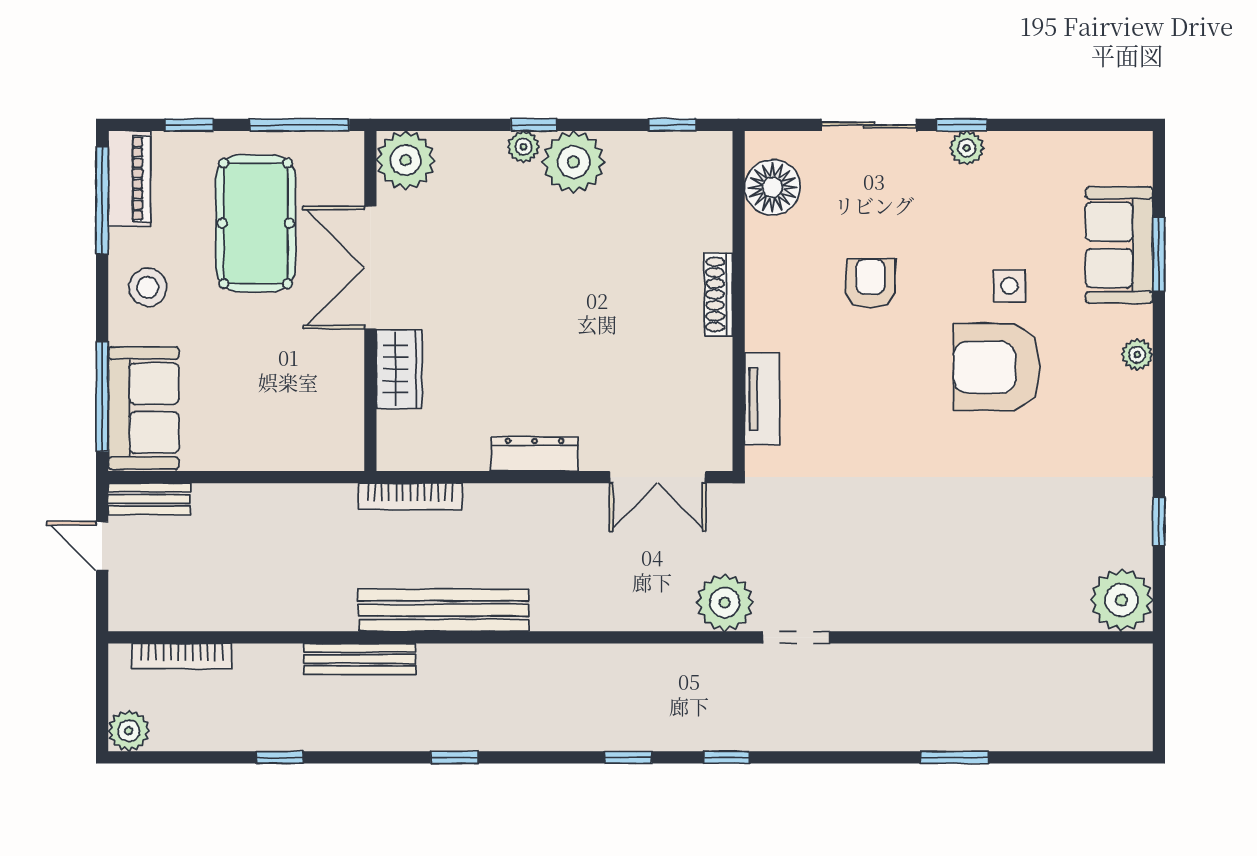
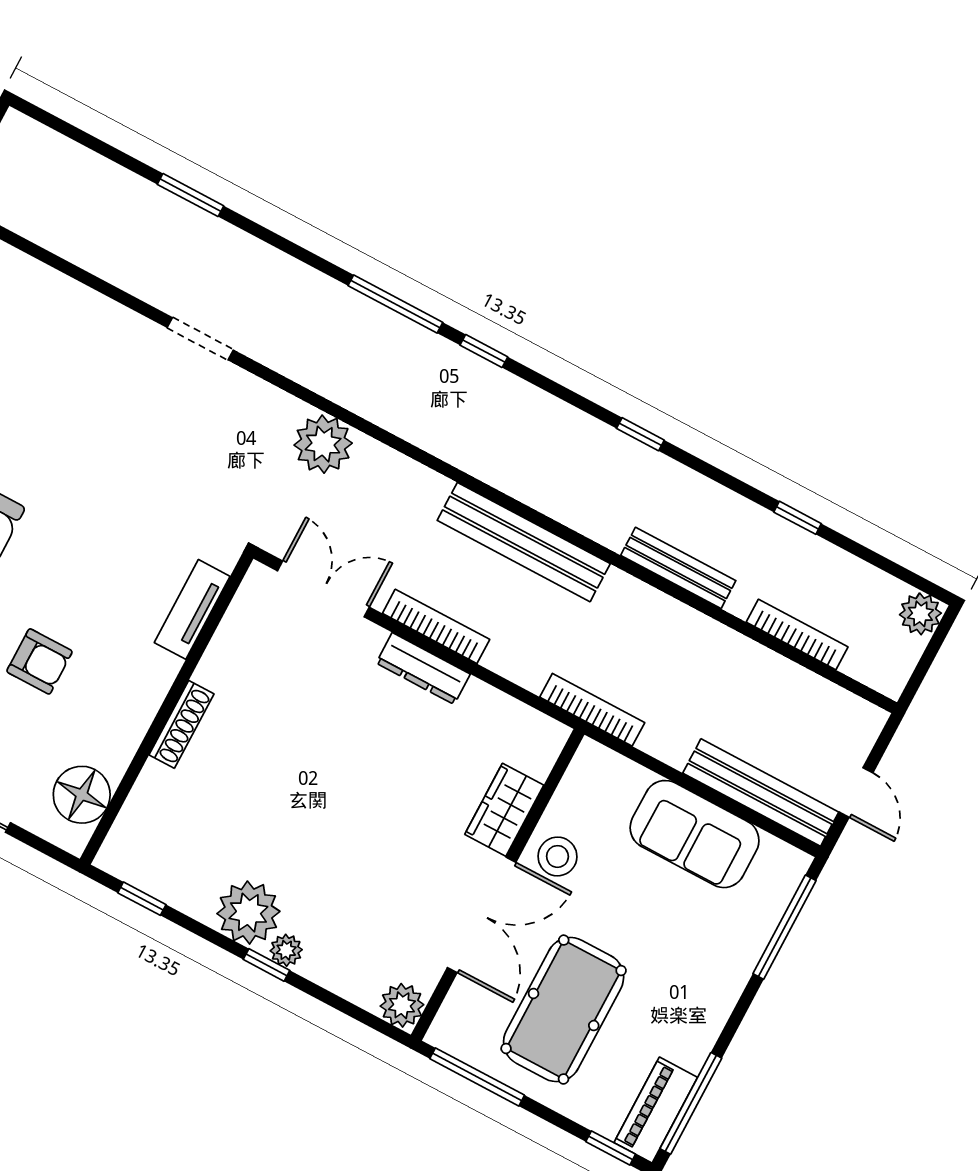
window: (189, 125) -> (611, 1148), moved
plant: (406, 160) -> (402, 1005), width x0.73, depth x0.73
armchair: (870, 283) -> (39, 661), turned -90
stool: (148, 287) -> (557, 856), moved
sofa: (143, 408) -> (695, 834), moved, turned -90
bookcase: (410, 496) -> (592, 710), moved
bookcase: (543, 497) -> (436, 626), added
bench: (149, 499) -> (761, 793), width x1.86, depth x1.21
bench: (443, 610) -> (524, 542), moved
doorway: (796, 637) -> (200, 339), moved
bookcase: (182, 656) -> (797, 634), moved
window: (727, 757) -> (395, 304), width x2.17

